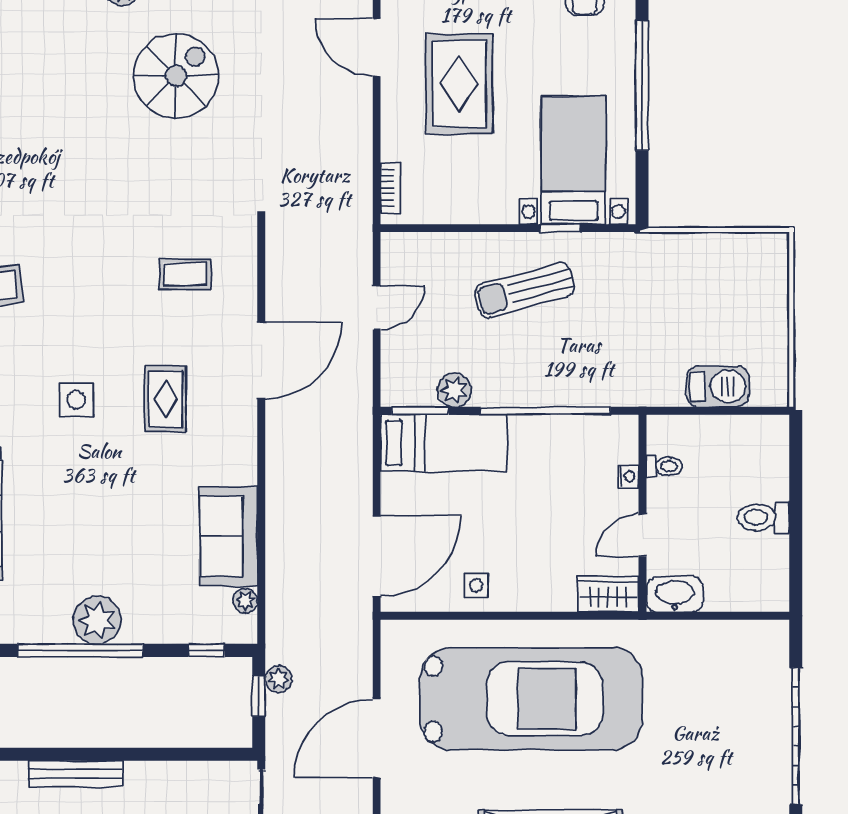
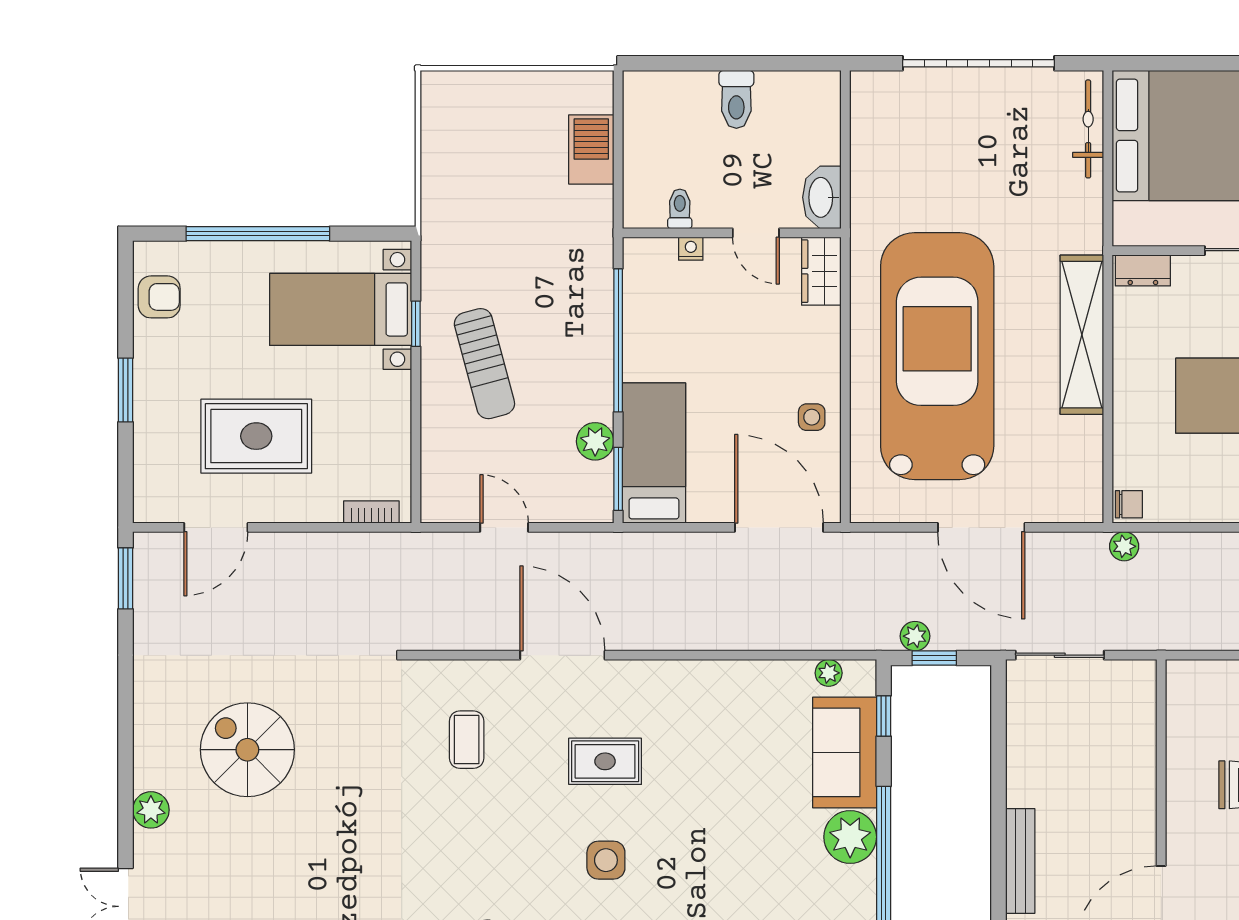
sofa: (229, 536) -> (845, 752), moved, turned 90

